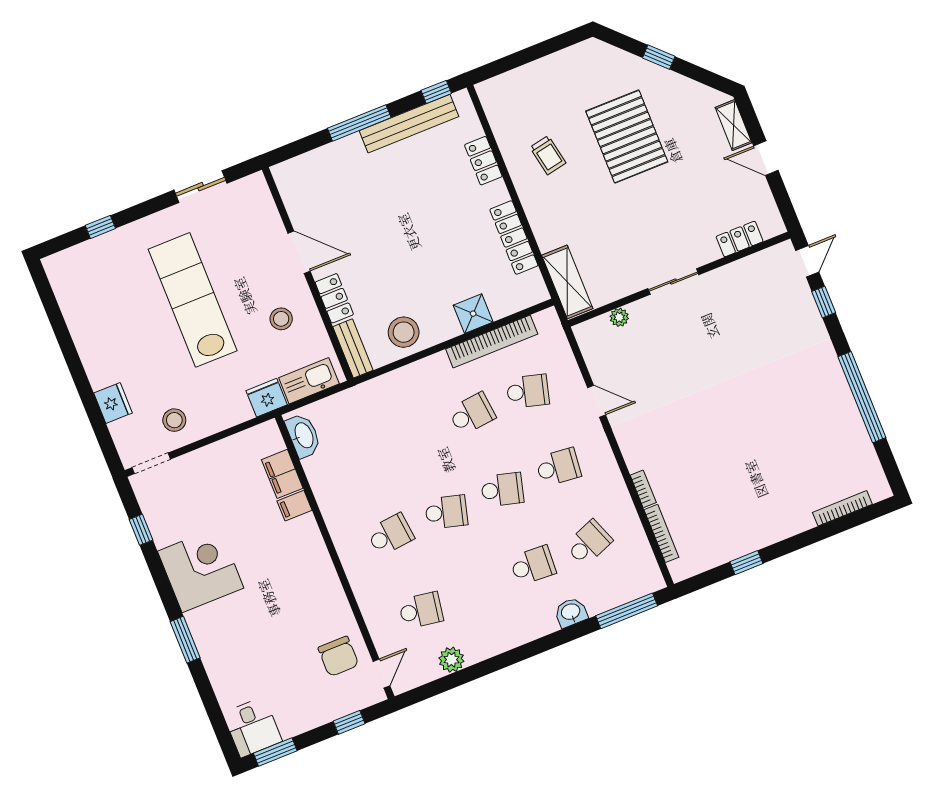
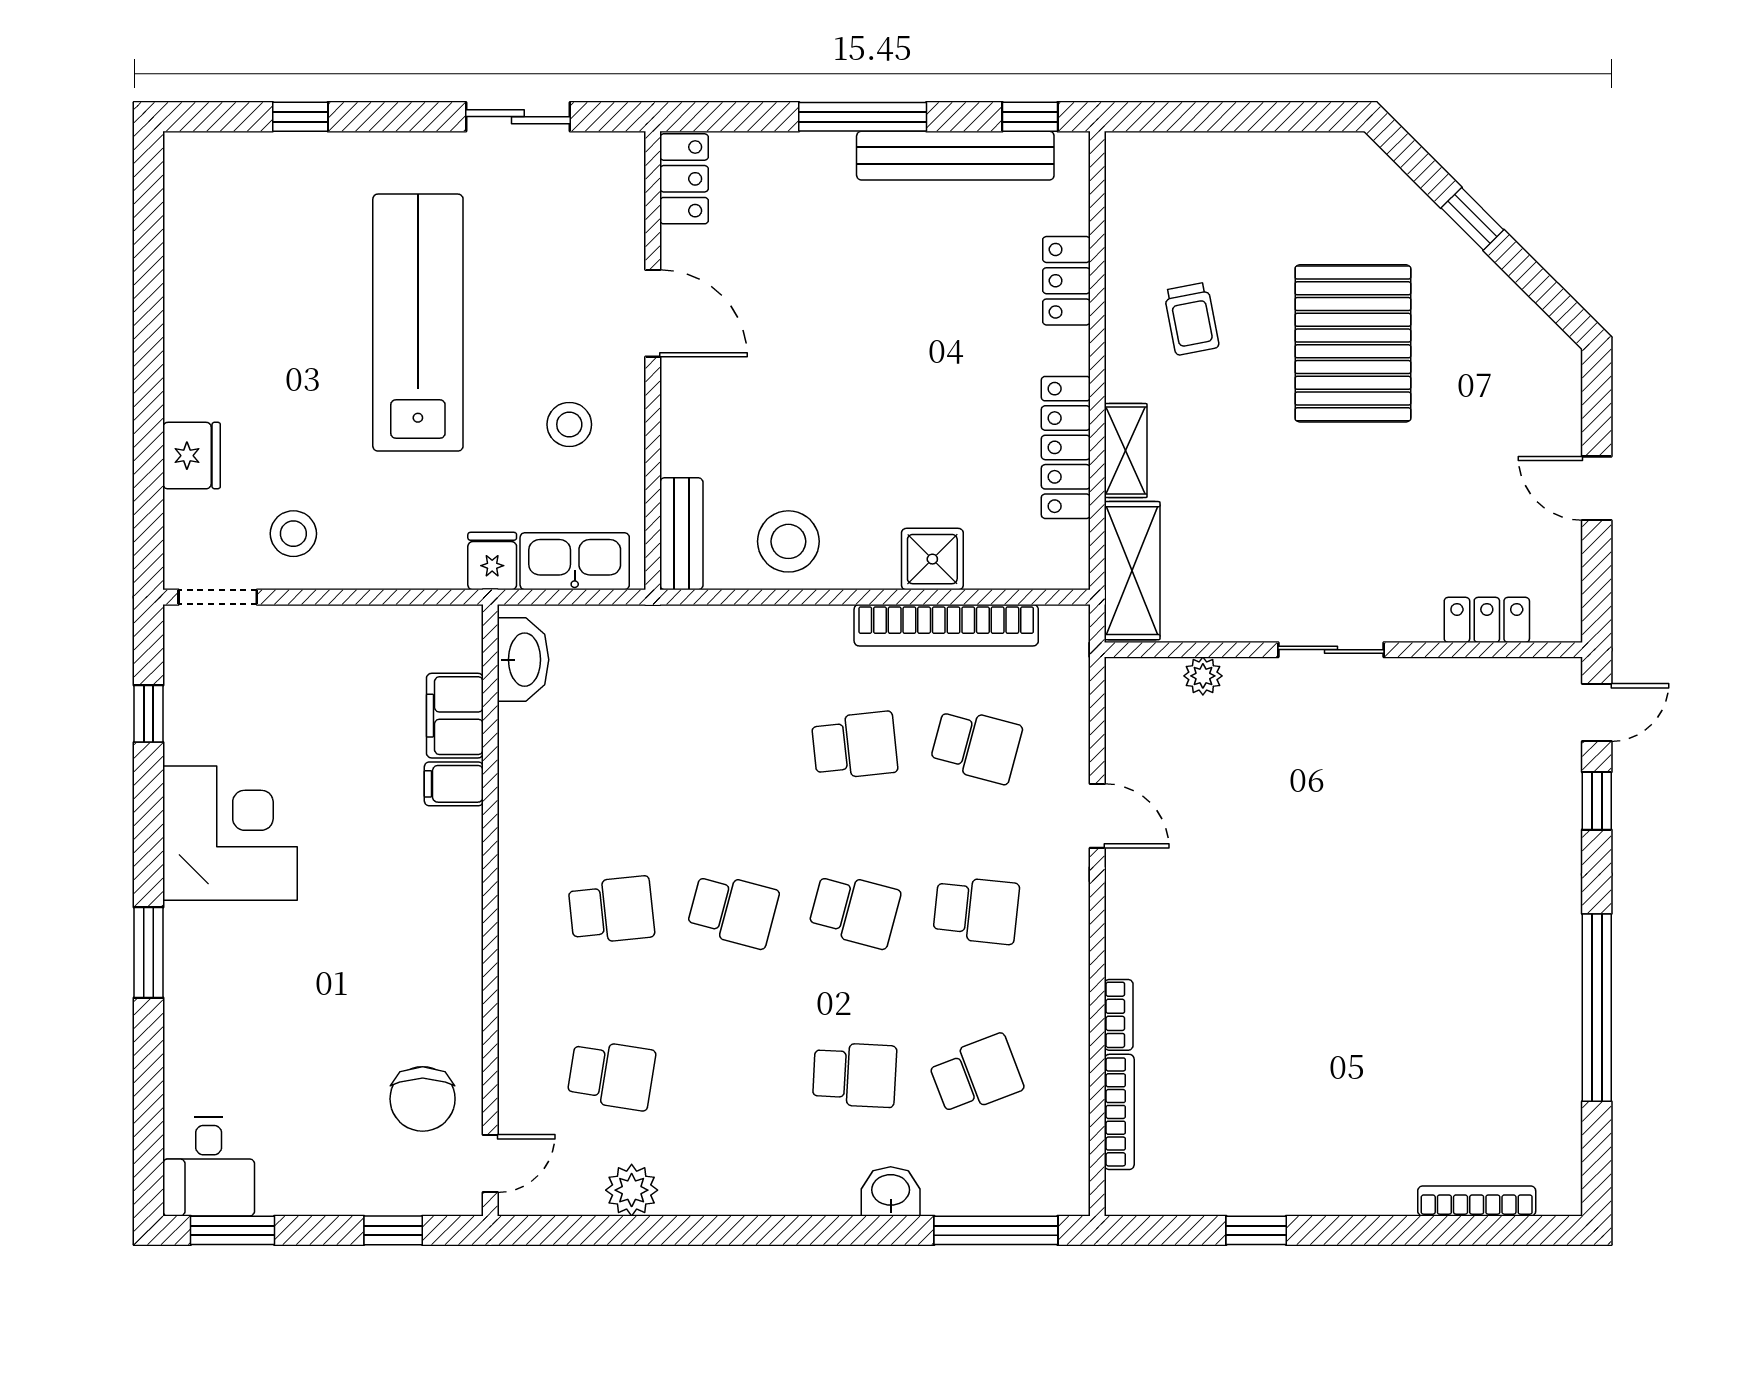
shelving: (734, 125) -> (1126, 451), moved
locker: (334, 298) -> (684, 179), moved
fridge: (267, 398) -> (492, 561), width x0.72

